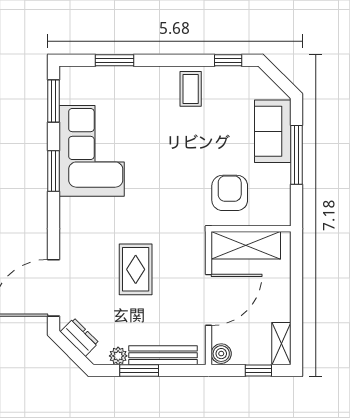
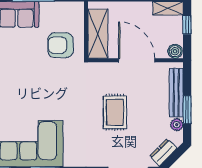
rug: (136, 269) -> (115, 112), turned 90

